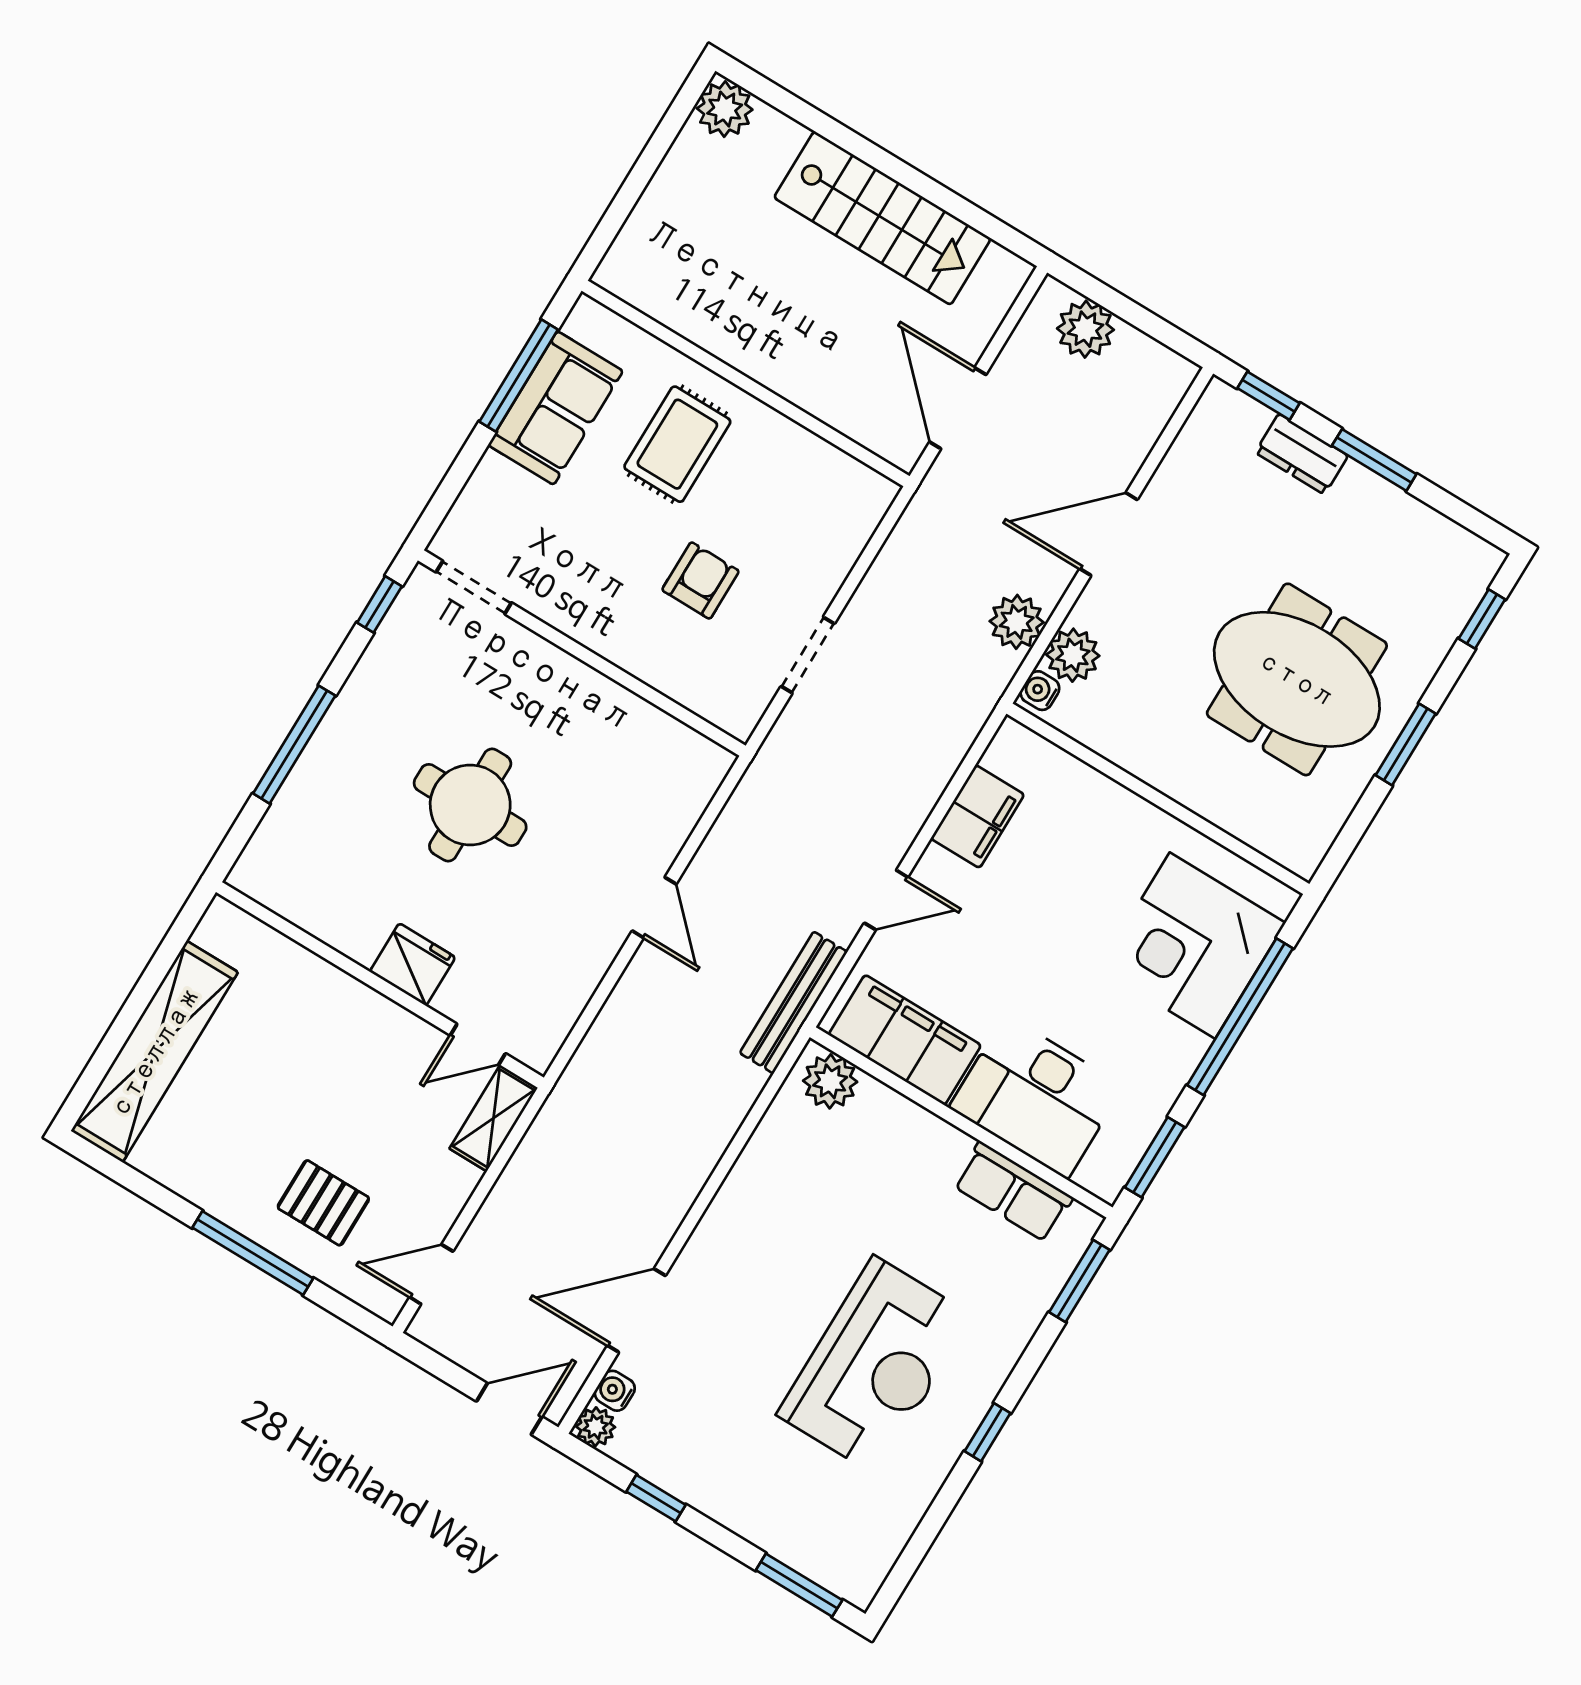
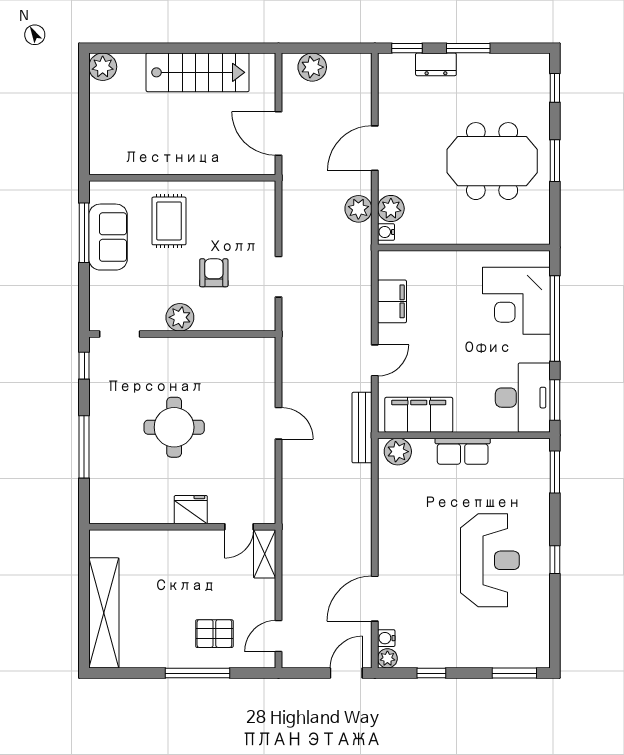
plant: (595, 622) -> (180, 317), added
desk: (1036, 1097) -> (523, 398), moved, turned -90
row of seats: (1013, 1192) -> (463, 451), moved

